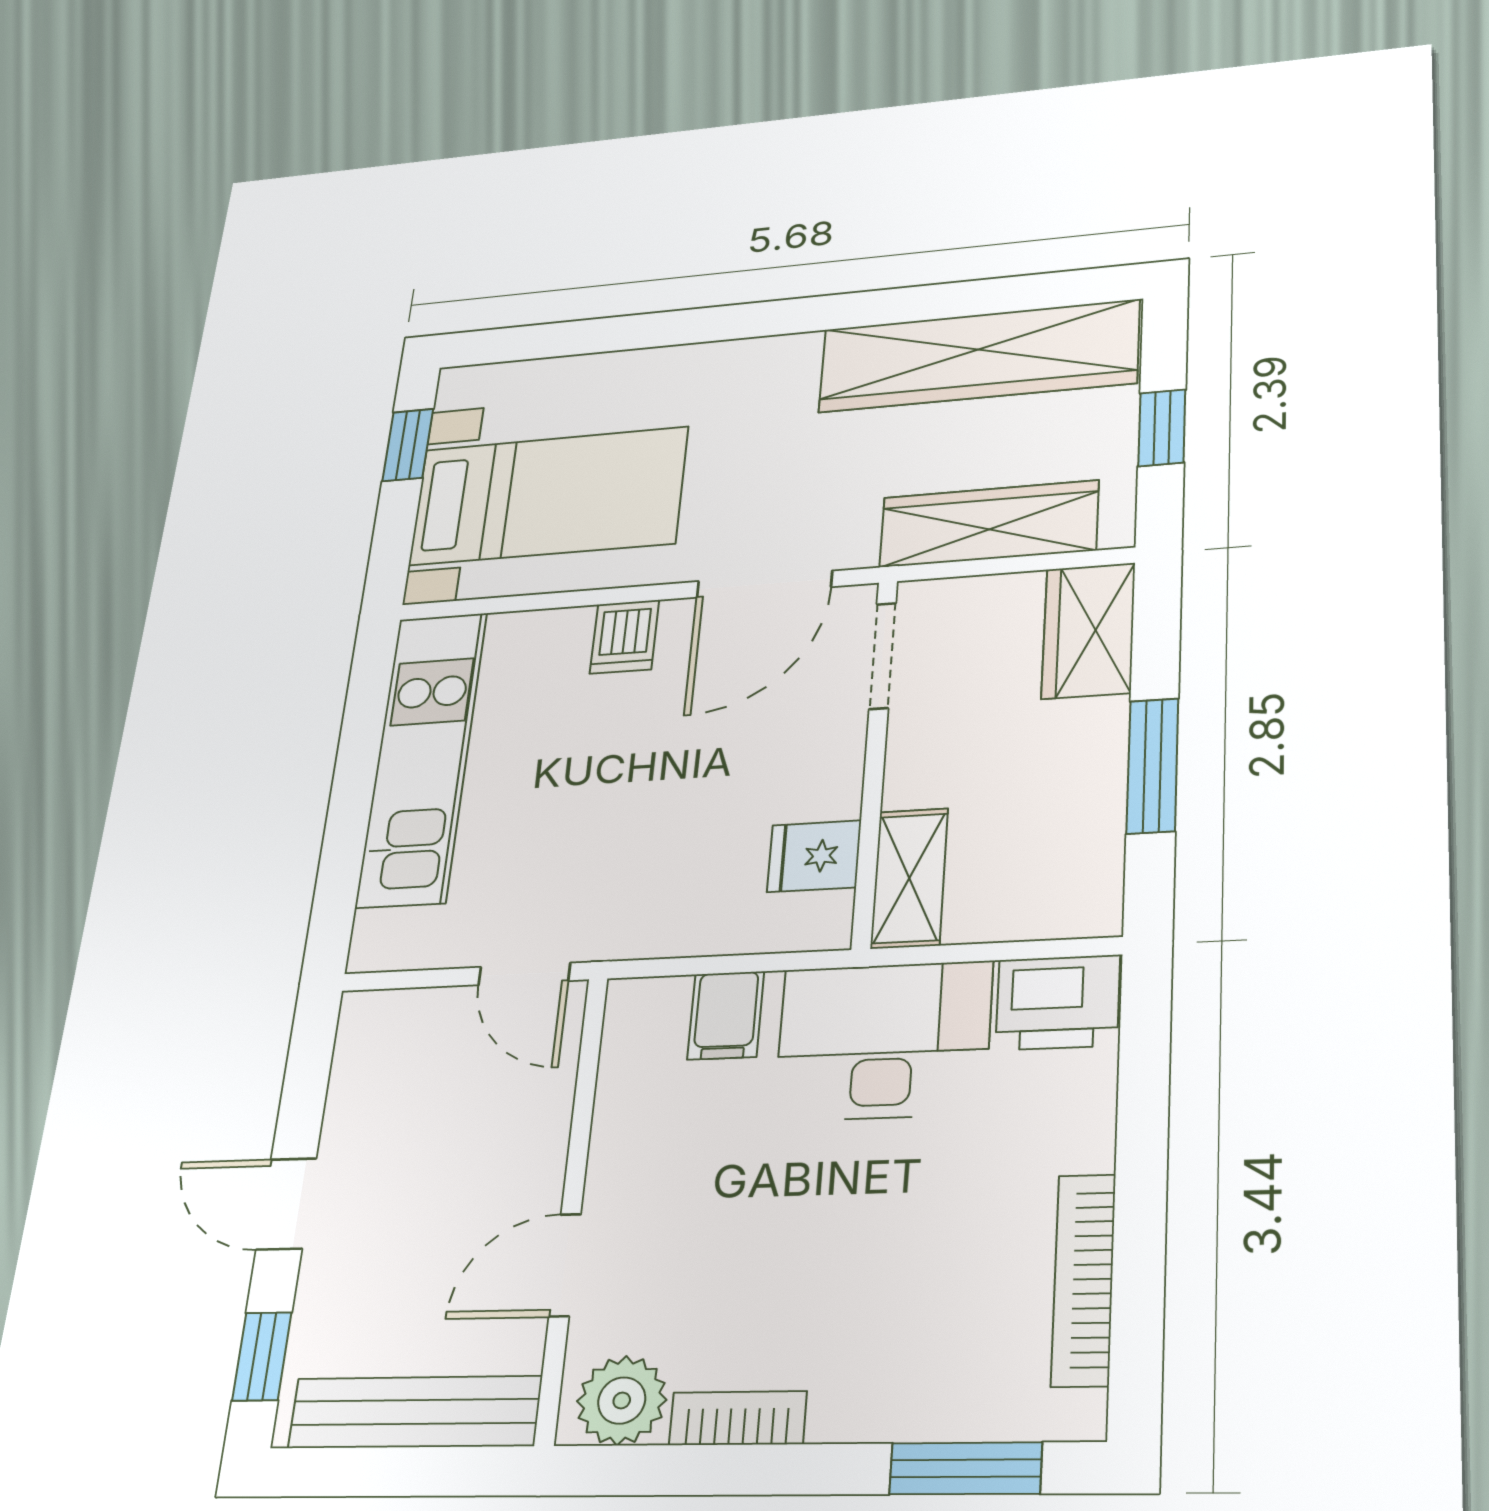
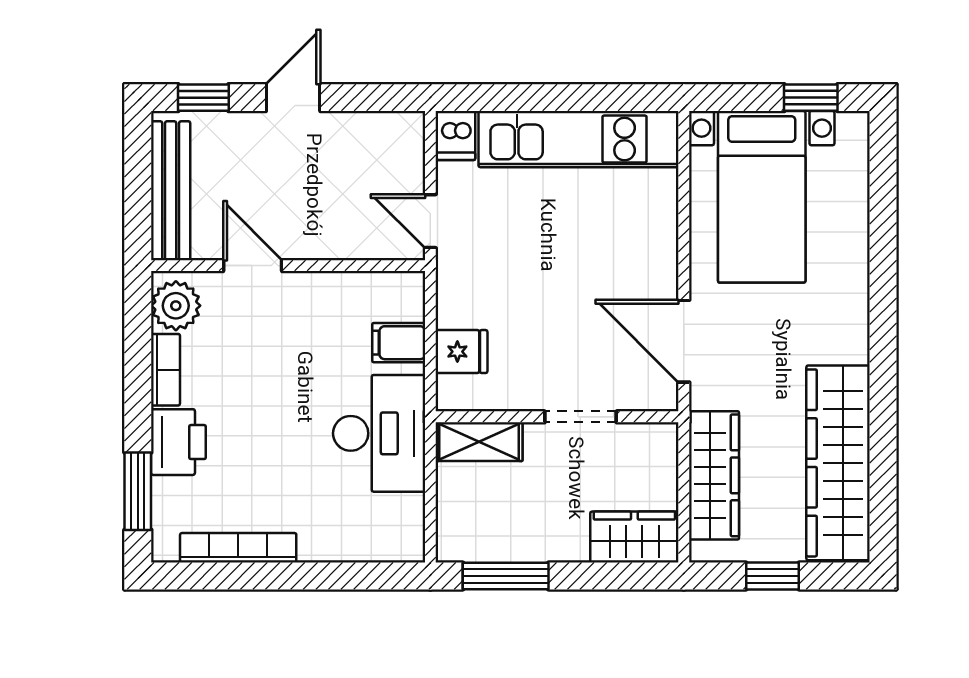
dishwasher: (624, 637) -> (456, 136), moved, turned -90
doorway: (883, 656) -> (581, 417), moved
window: (1152, 766) -> (506, 576), moved
fridge: (814, 856) -> (461, 352), moved, turned 90
door: (524, 974) -> (430, 221), hinge flipped
printer: (1058, 1003) -> (178, 442), moved, turned 180

